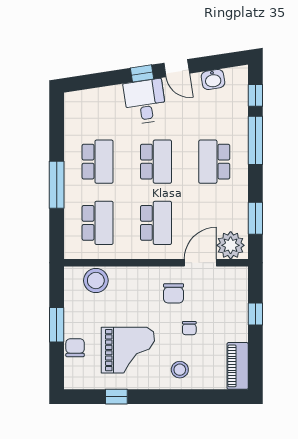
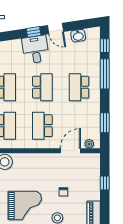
school desk: (156, 223) -> (42, 126), turned 180
plant: (231, 245) -> (89, 144), width x0.53, depth x0.53
chair: (174, 293) -> (53, 170), removed

